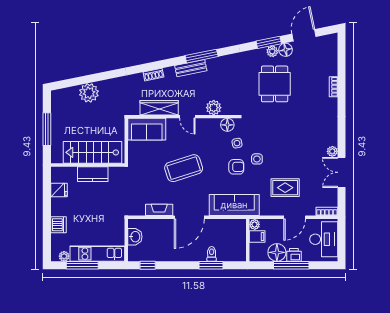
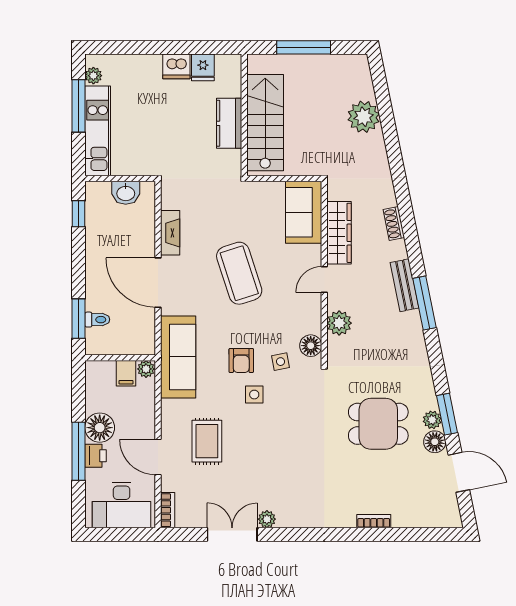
plant: (255, 224) -> (146, 369), moved
dishwasher: (58, 225) -> (176, 66), moved
filing cabinet: (257, 237) -> (126, 373), moved
wall: (248, 240) -> (120, 358), moved

